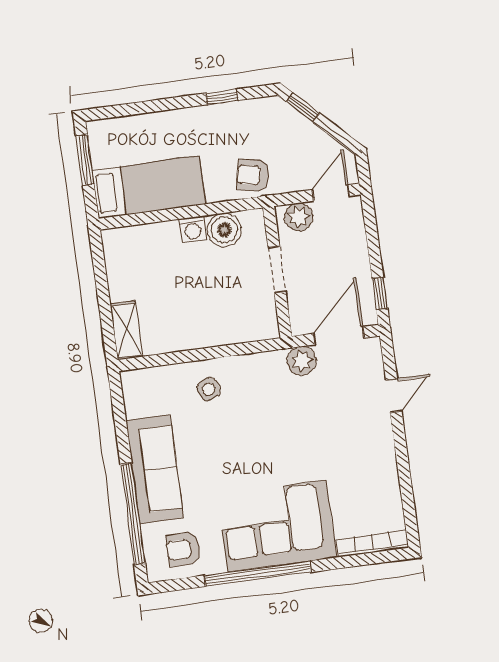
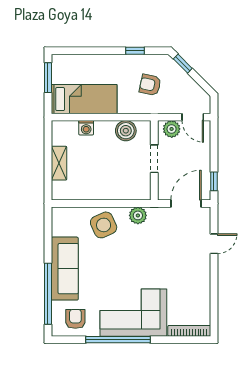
armchair: (253, 175) -> (150, 85), moved
door: (331, 193) -> (193, 117), swing flipped
washing machine: (193, 229) -> (86, 128), moved
shelving: (126, 331) -> (59, 163), moved
plant: (302, 361) -> (138, 215), moved
side table: (209, 389) -> (104, 225), width x1.87, depth x1.87
armchair: (183, 549) -> (75, 319), turned 90

